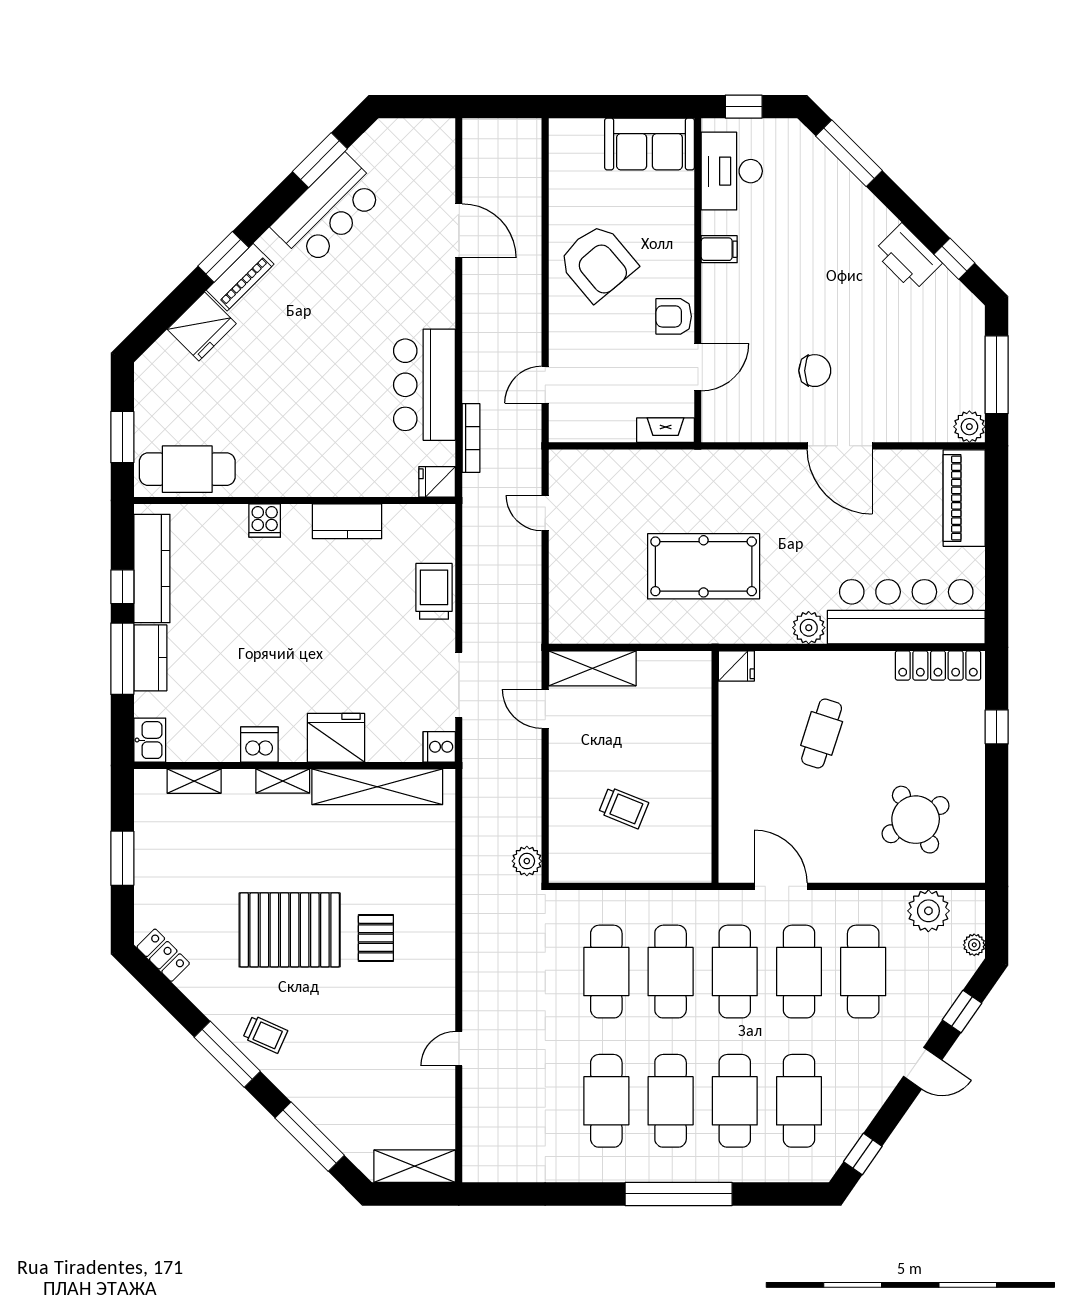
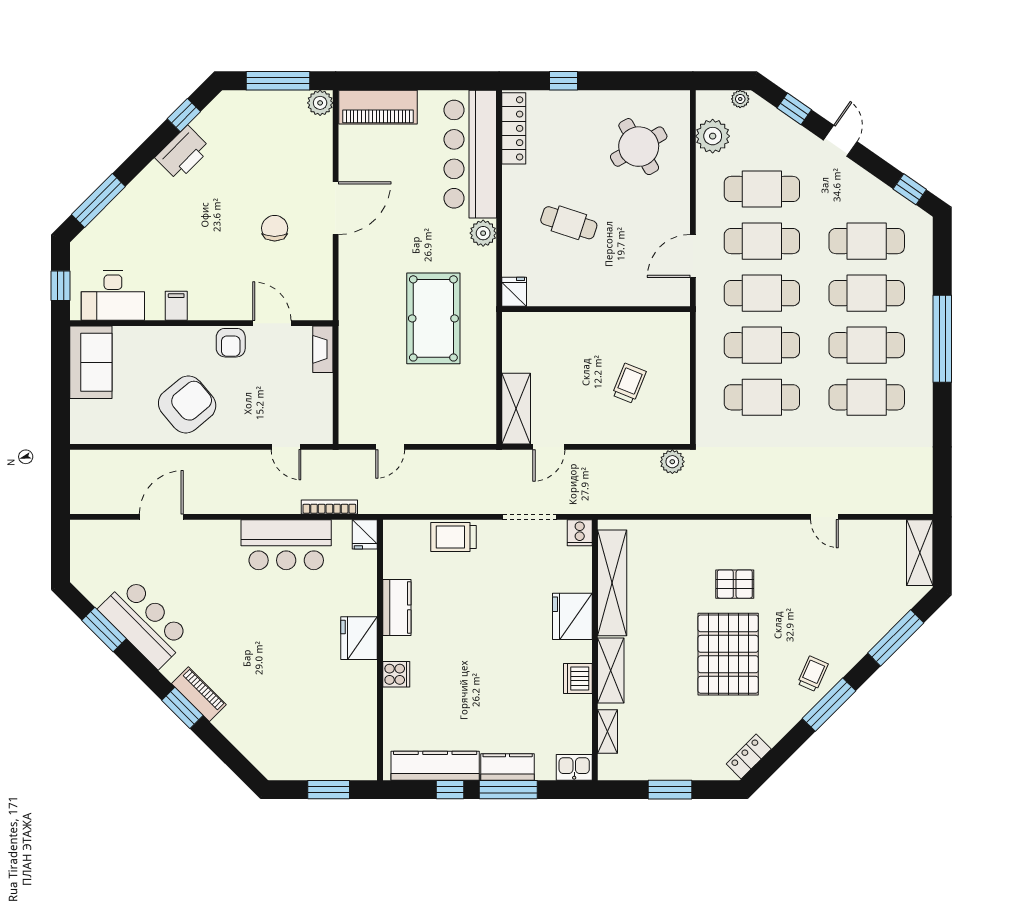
fridge: (202, 326) -> (359, 638), moved, turned -135
cafe table: (187, 469) -> (355, 737), removed
shelving: (283, 781) -> (611, 670), width x1.50, depth x1.33

